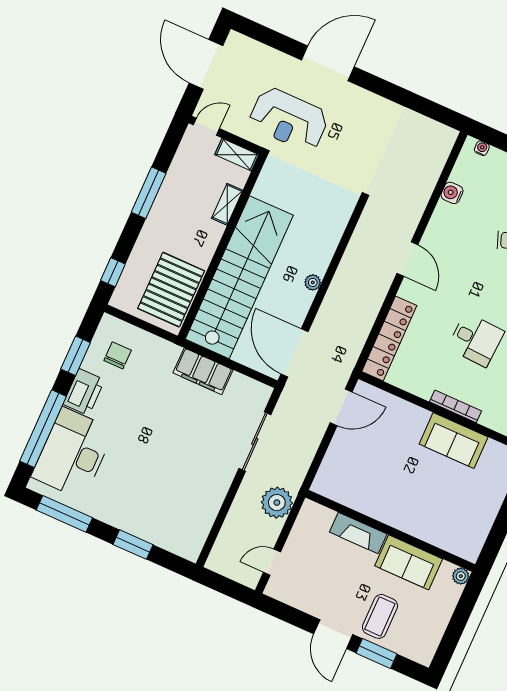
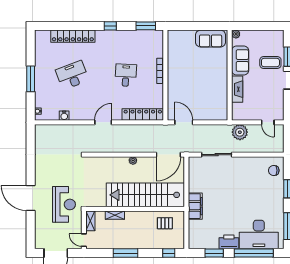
pallet: (171, 290) -> (165, 223), width x0.49, depth x0.50
chair: (118, 355) -> (274, 170), moved
filing cabinet: (203, 371) -> (195, 206), moved
sofa: (454, 441) -> (211, 39), moved, turned 90

